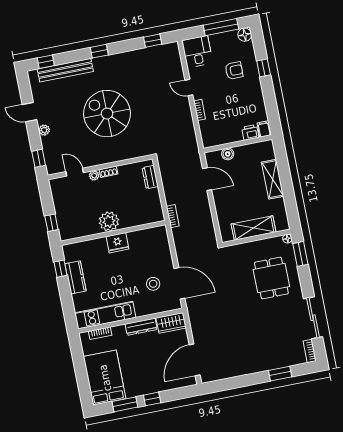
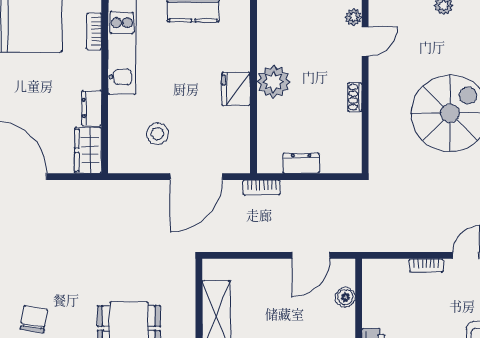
plant: (94, 175) -> (353, 17), moved
dresser: (150, 177) -> (301, 163), moved
door: (179, 283) -> (196, 177), moved
dresser: (141, 327) -> (92, 108), width x0.70
chair: (277, 335) -> (34, 319), added

